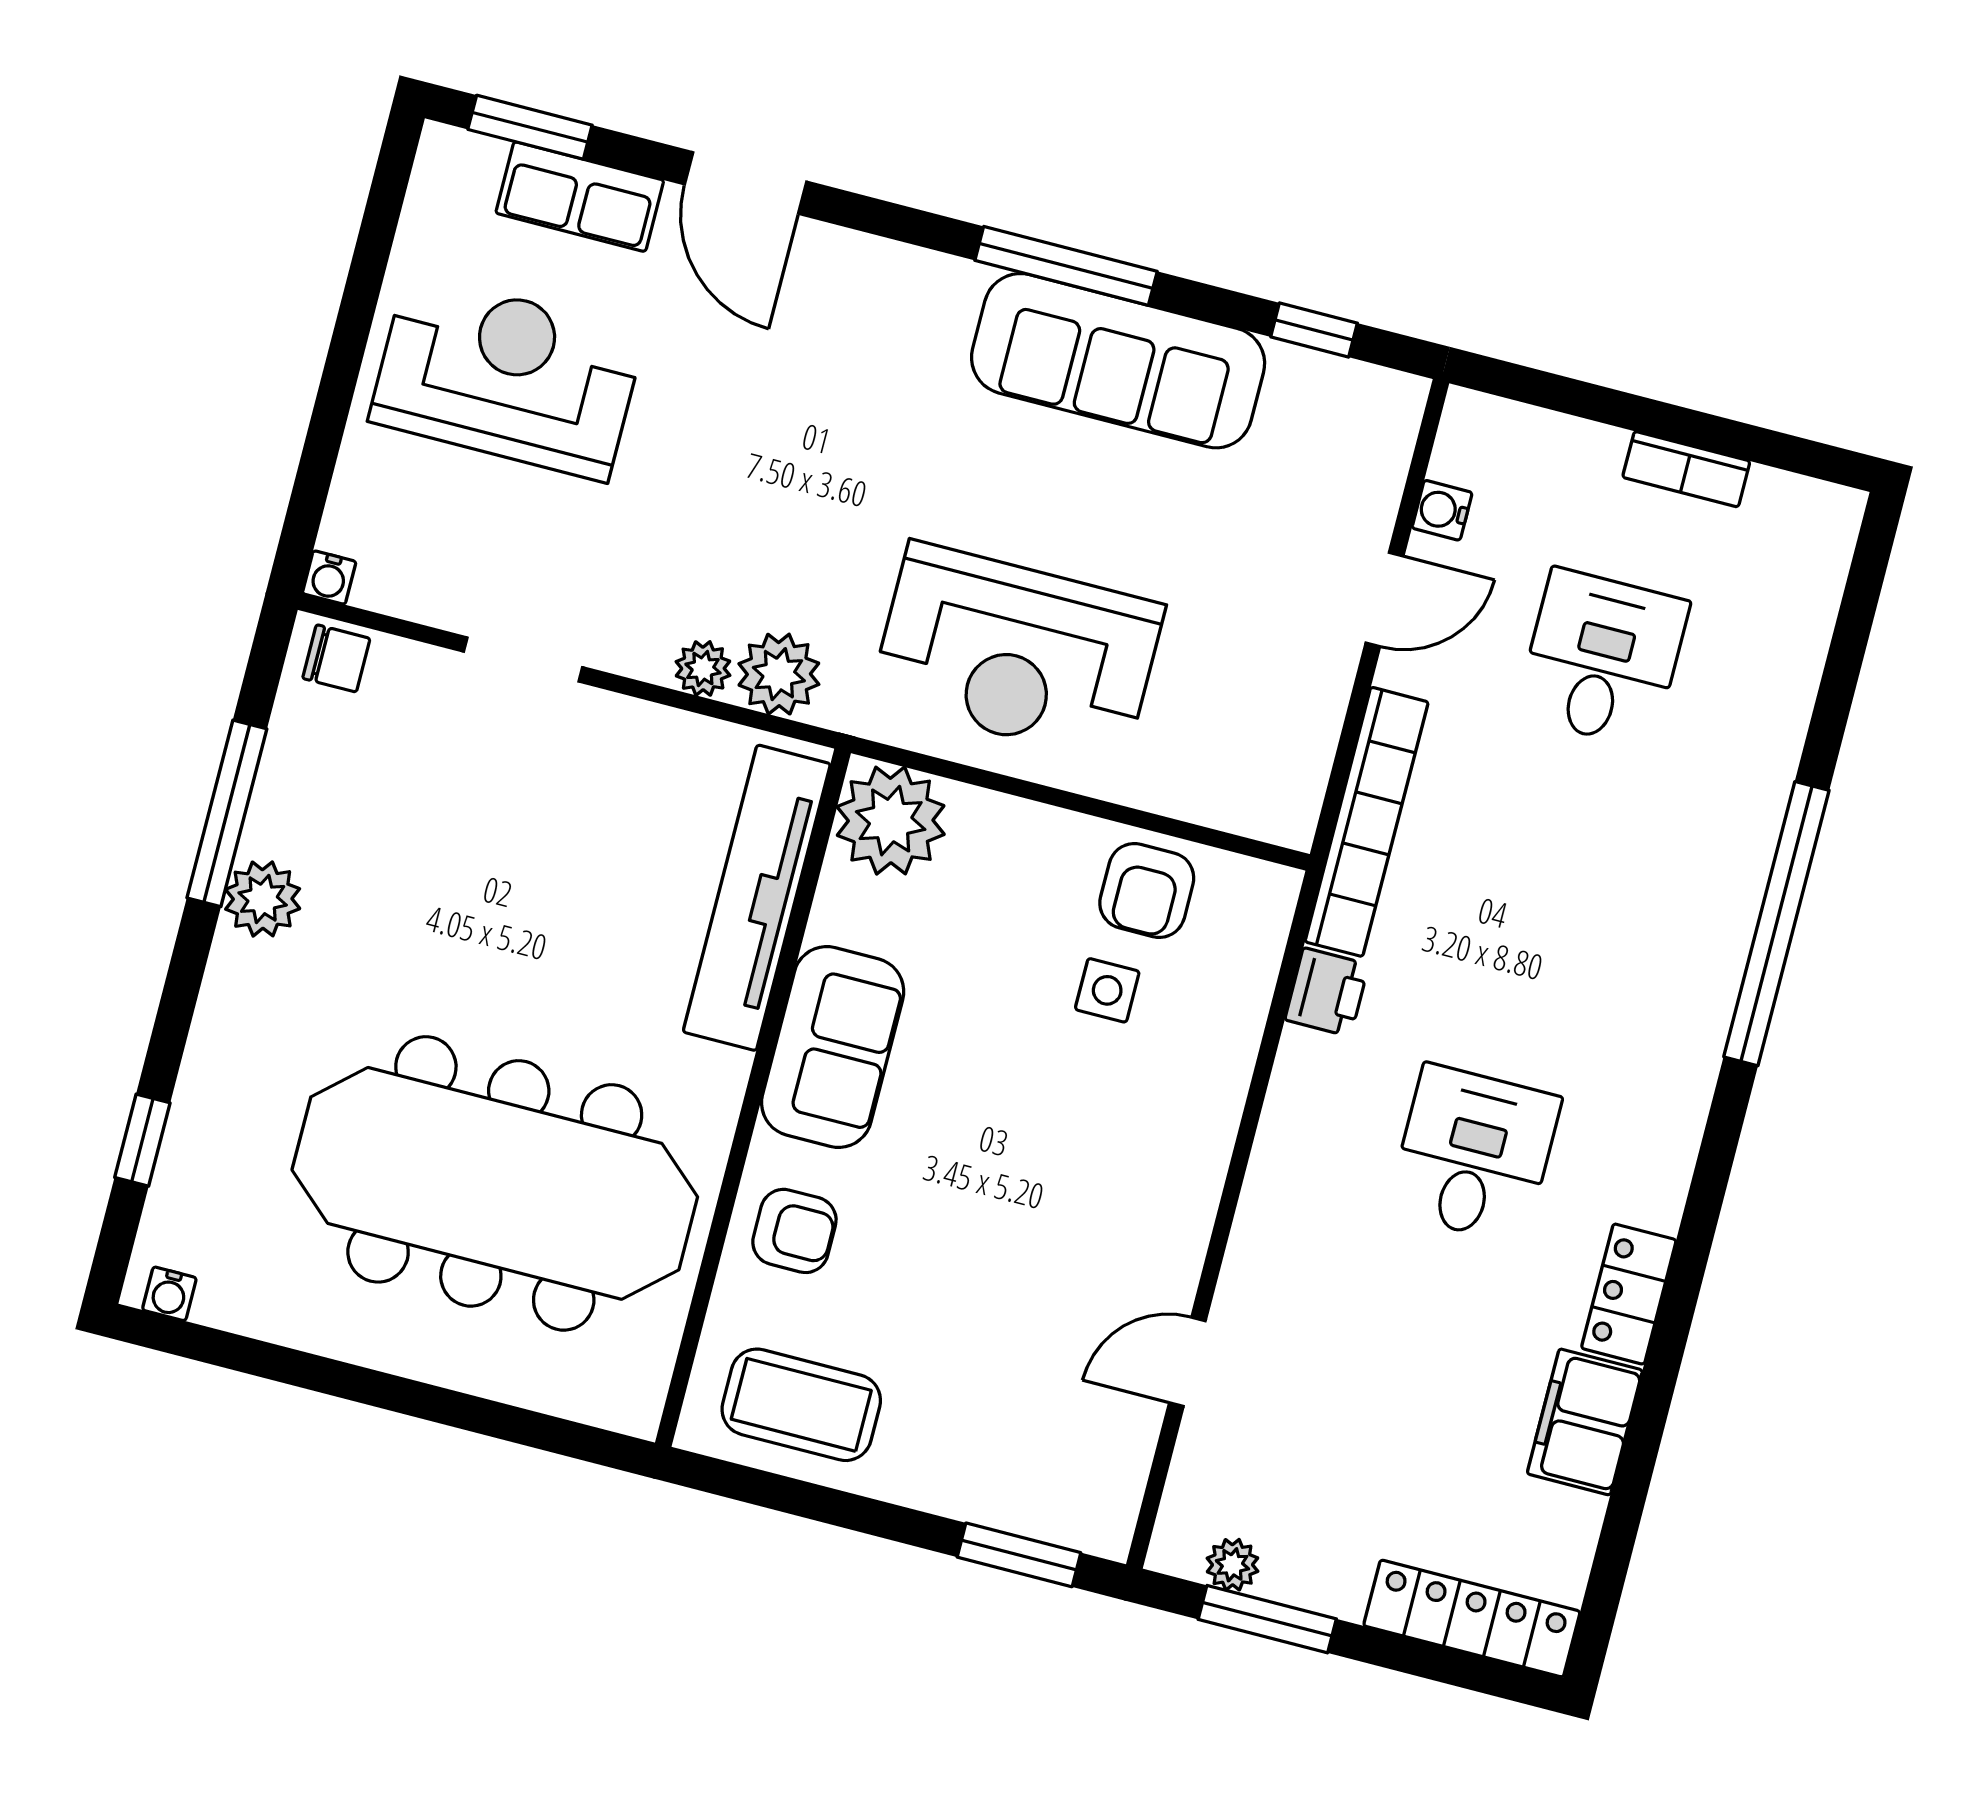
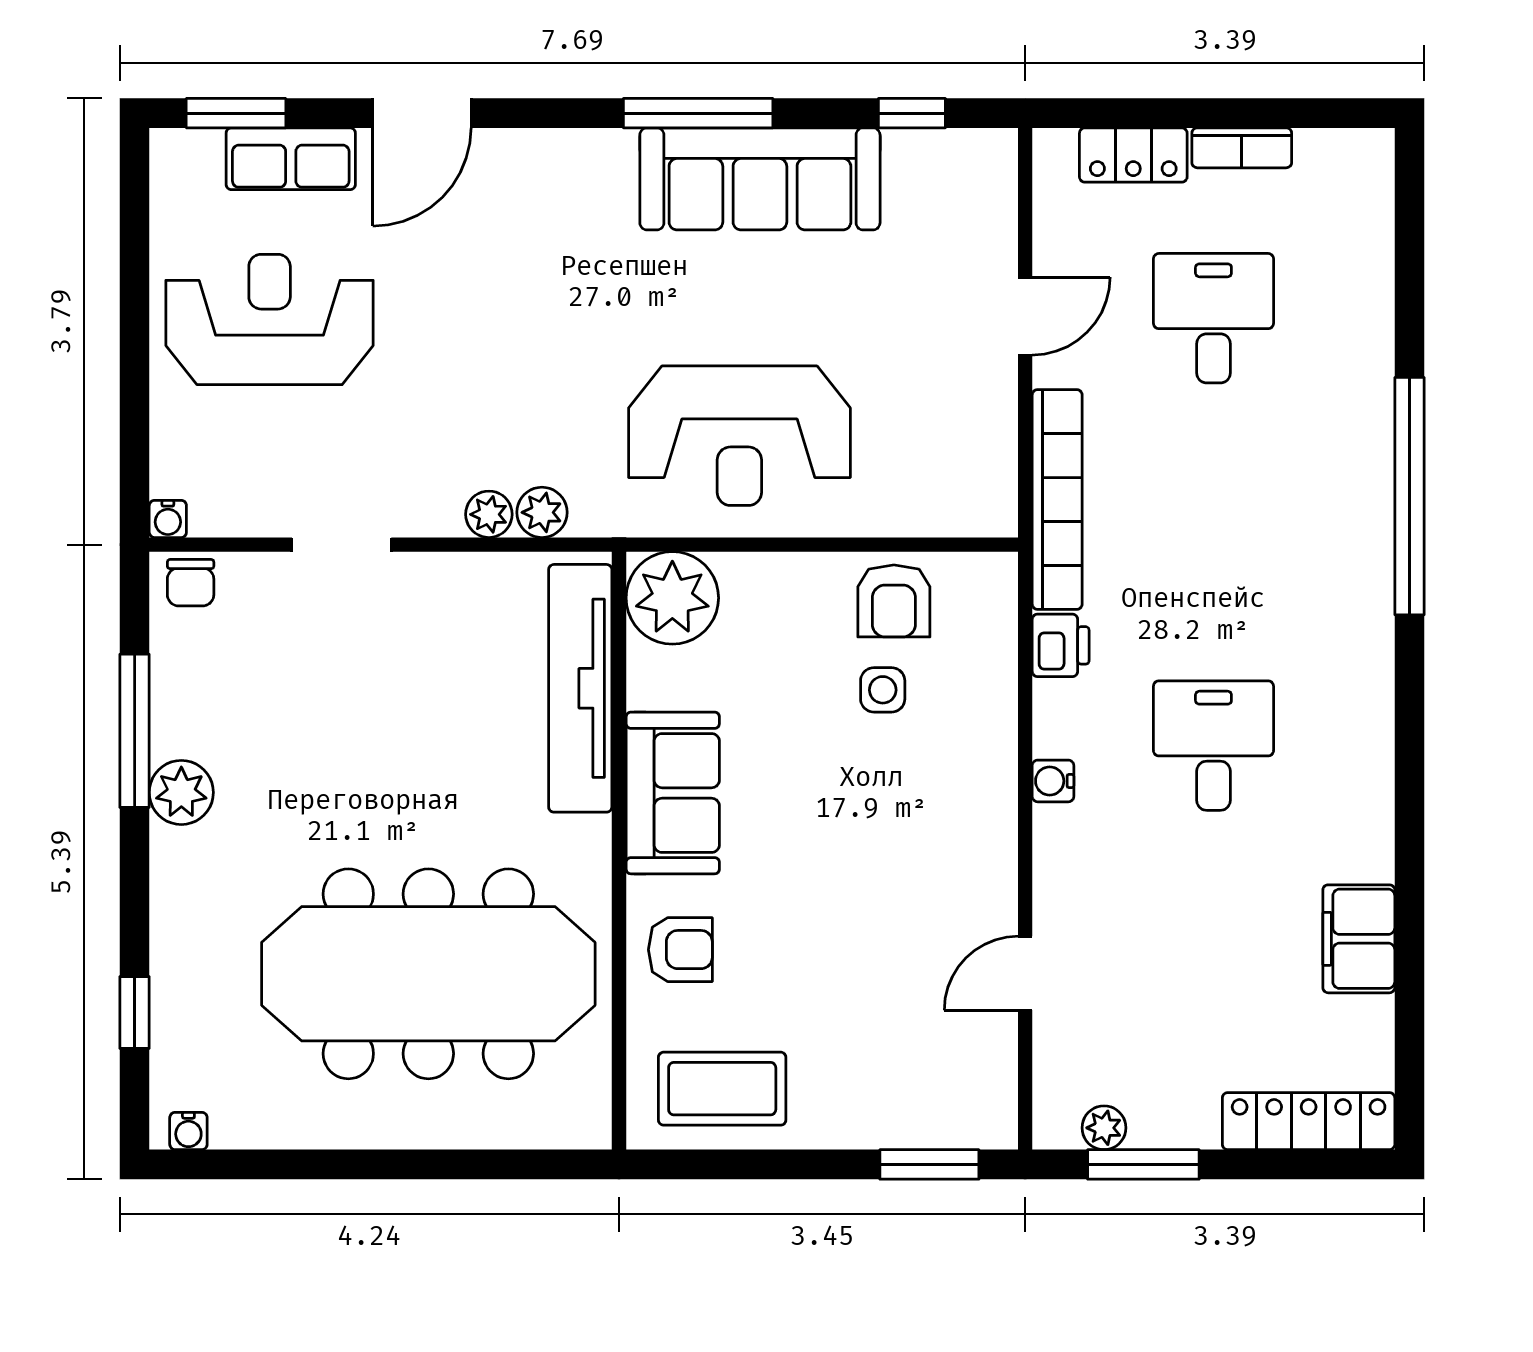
door: (746, 183) -> (422, 113), hinge flipped
water cooler: (1442, 510) -> (1053, 781), moved
chair: (336, 658) -> (191, 583), turned 90
plant: (779, 674) -> (542, 512), width x0.73, depth x0.73
locker: (1629, 1294) -> (1133, 155), moved, turned -90

